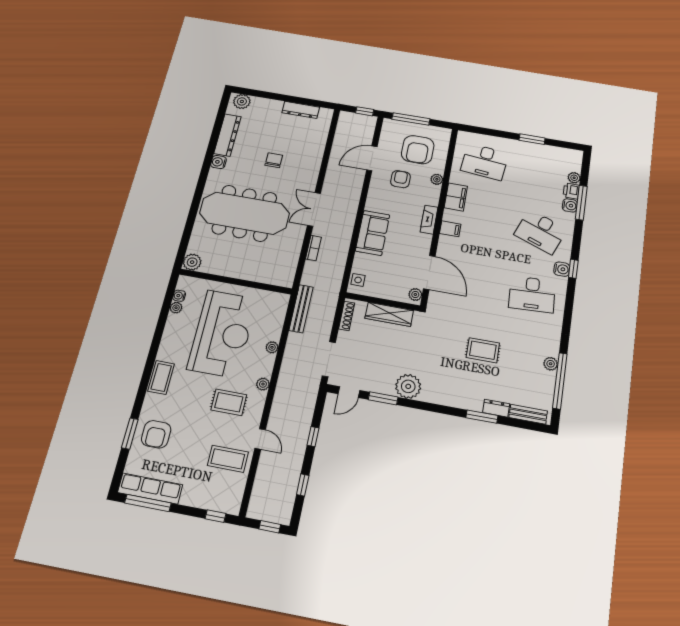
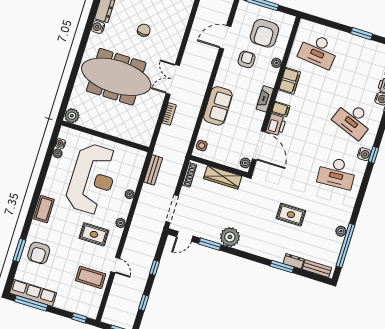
printer: (447, 247) -> (276, 125), added
bench: (301, 309) -> (153, 170), width x0.73

